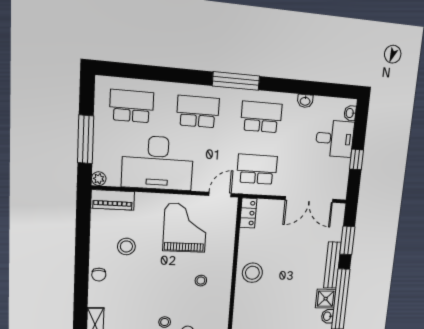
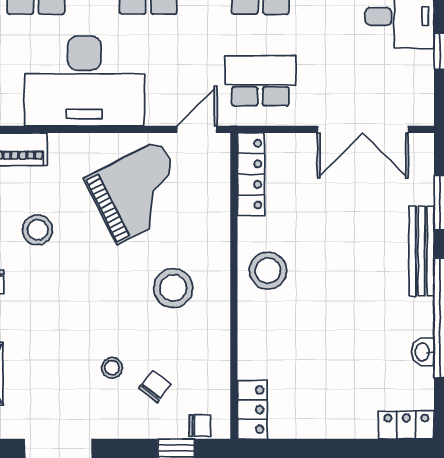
locker: (248, 213) -> (251, 174), width x1.53
grand piano: (185, 228) -> (138, 192), turned 63
stool: (201, 281) -> (173, 288), width x1.89, depth x1.89
shower: (326, 299) -> (415, 317), removed

